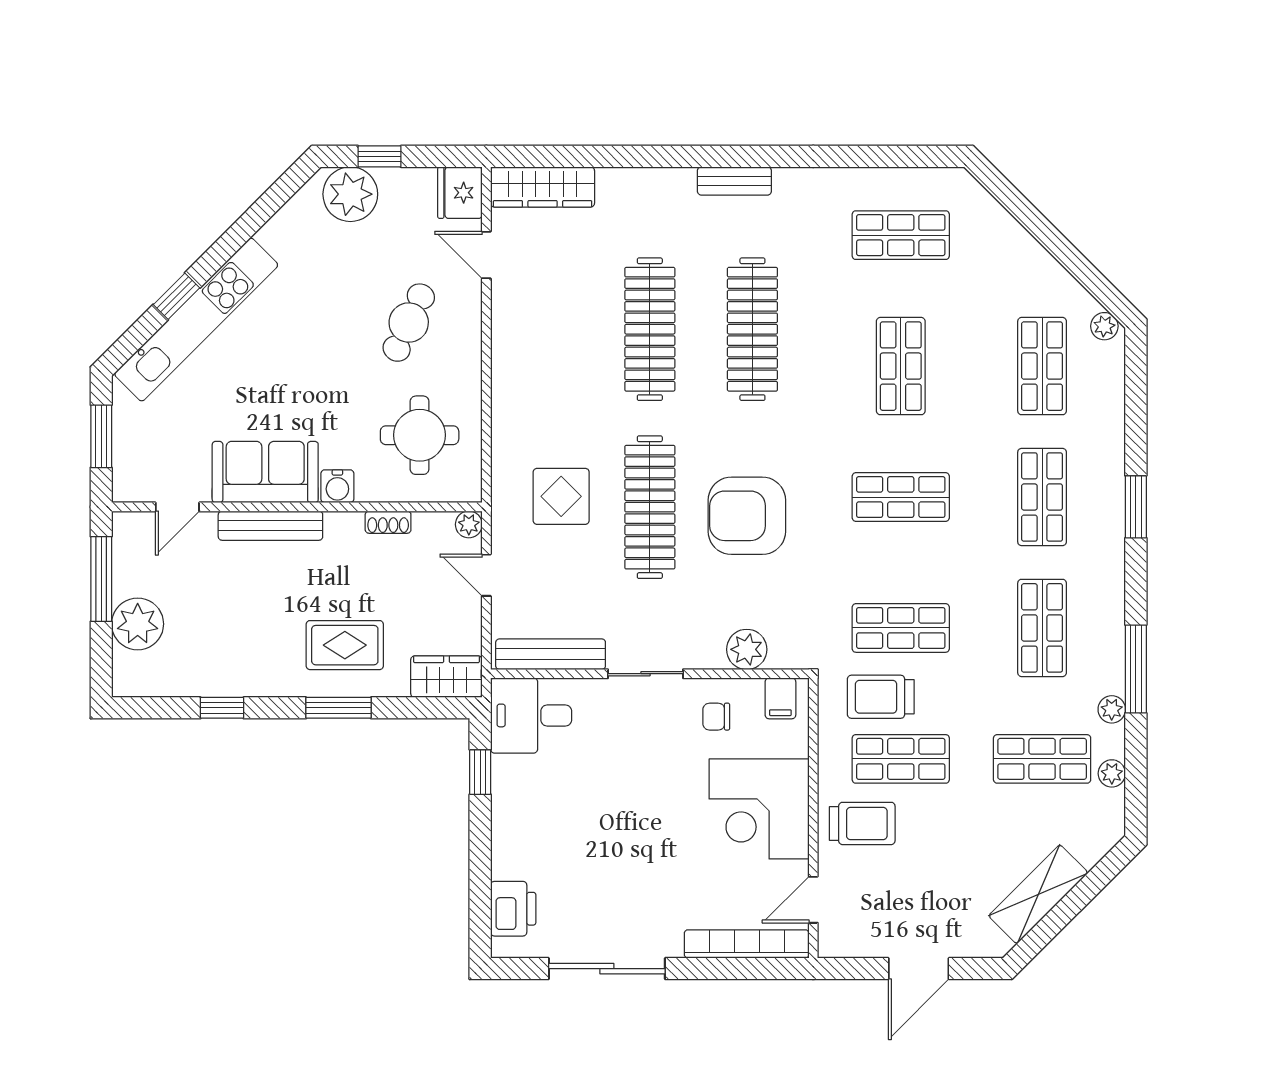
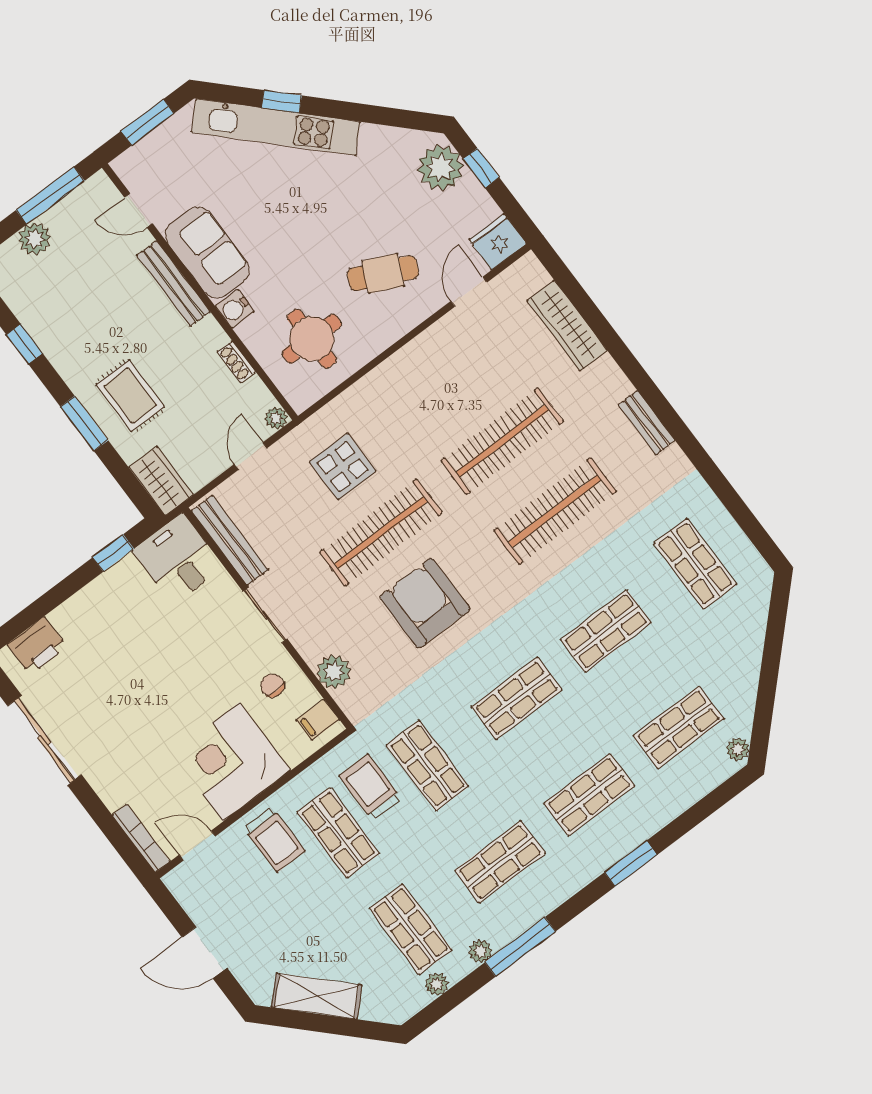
wardrobe: (543, 187) -> (567, 326), moved
shop shelf: (901, 497) -> (517, 698), turned 90
plant: (138, 624) -> (35, 239), width x0.73, depth x0.73
bookcase: (747, 944) -> (141, 838), width x0.68, depth x0.76

